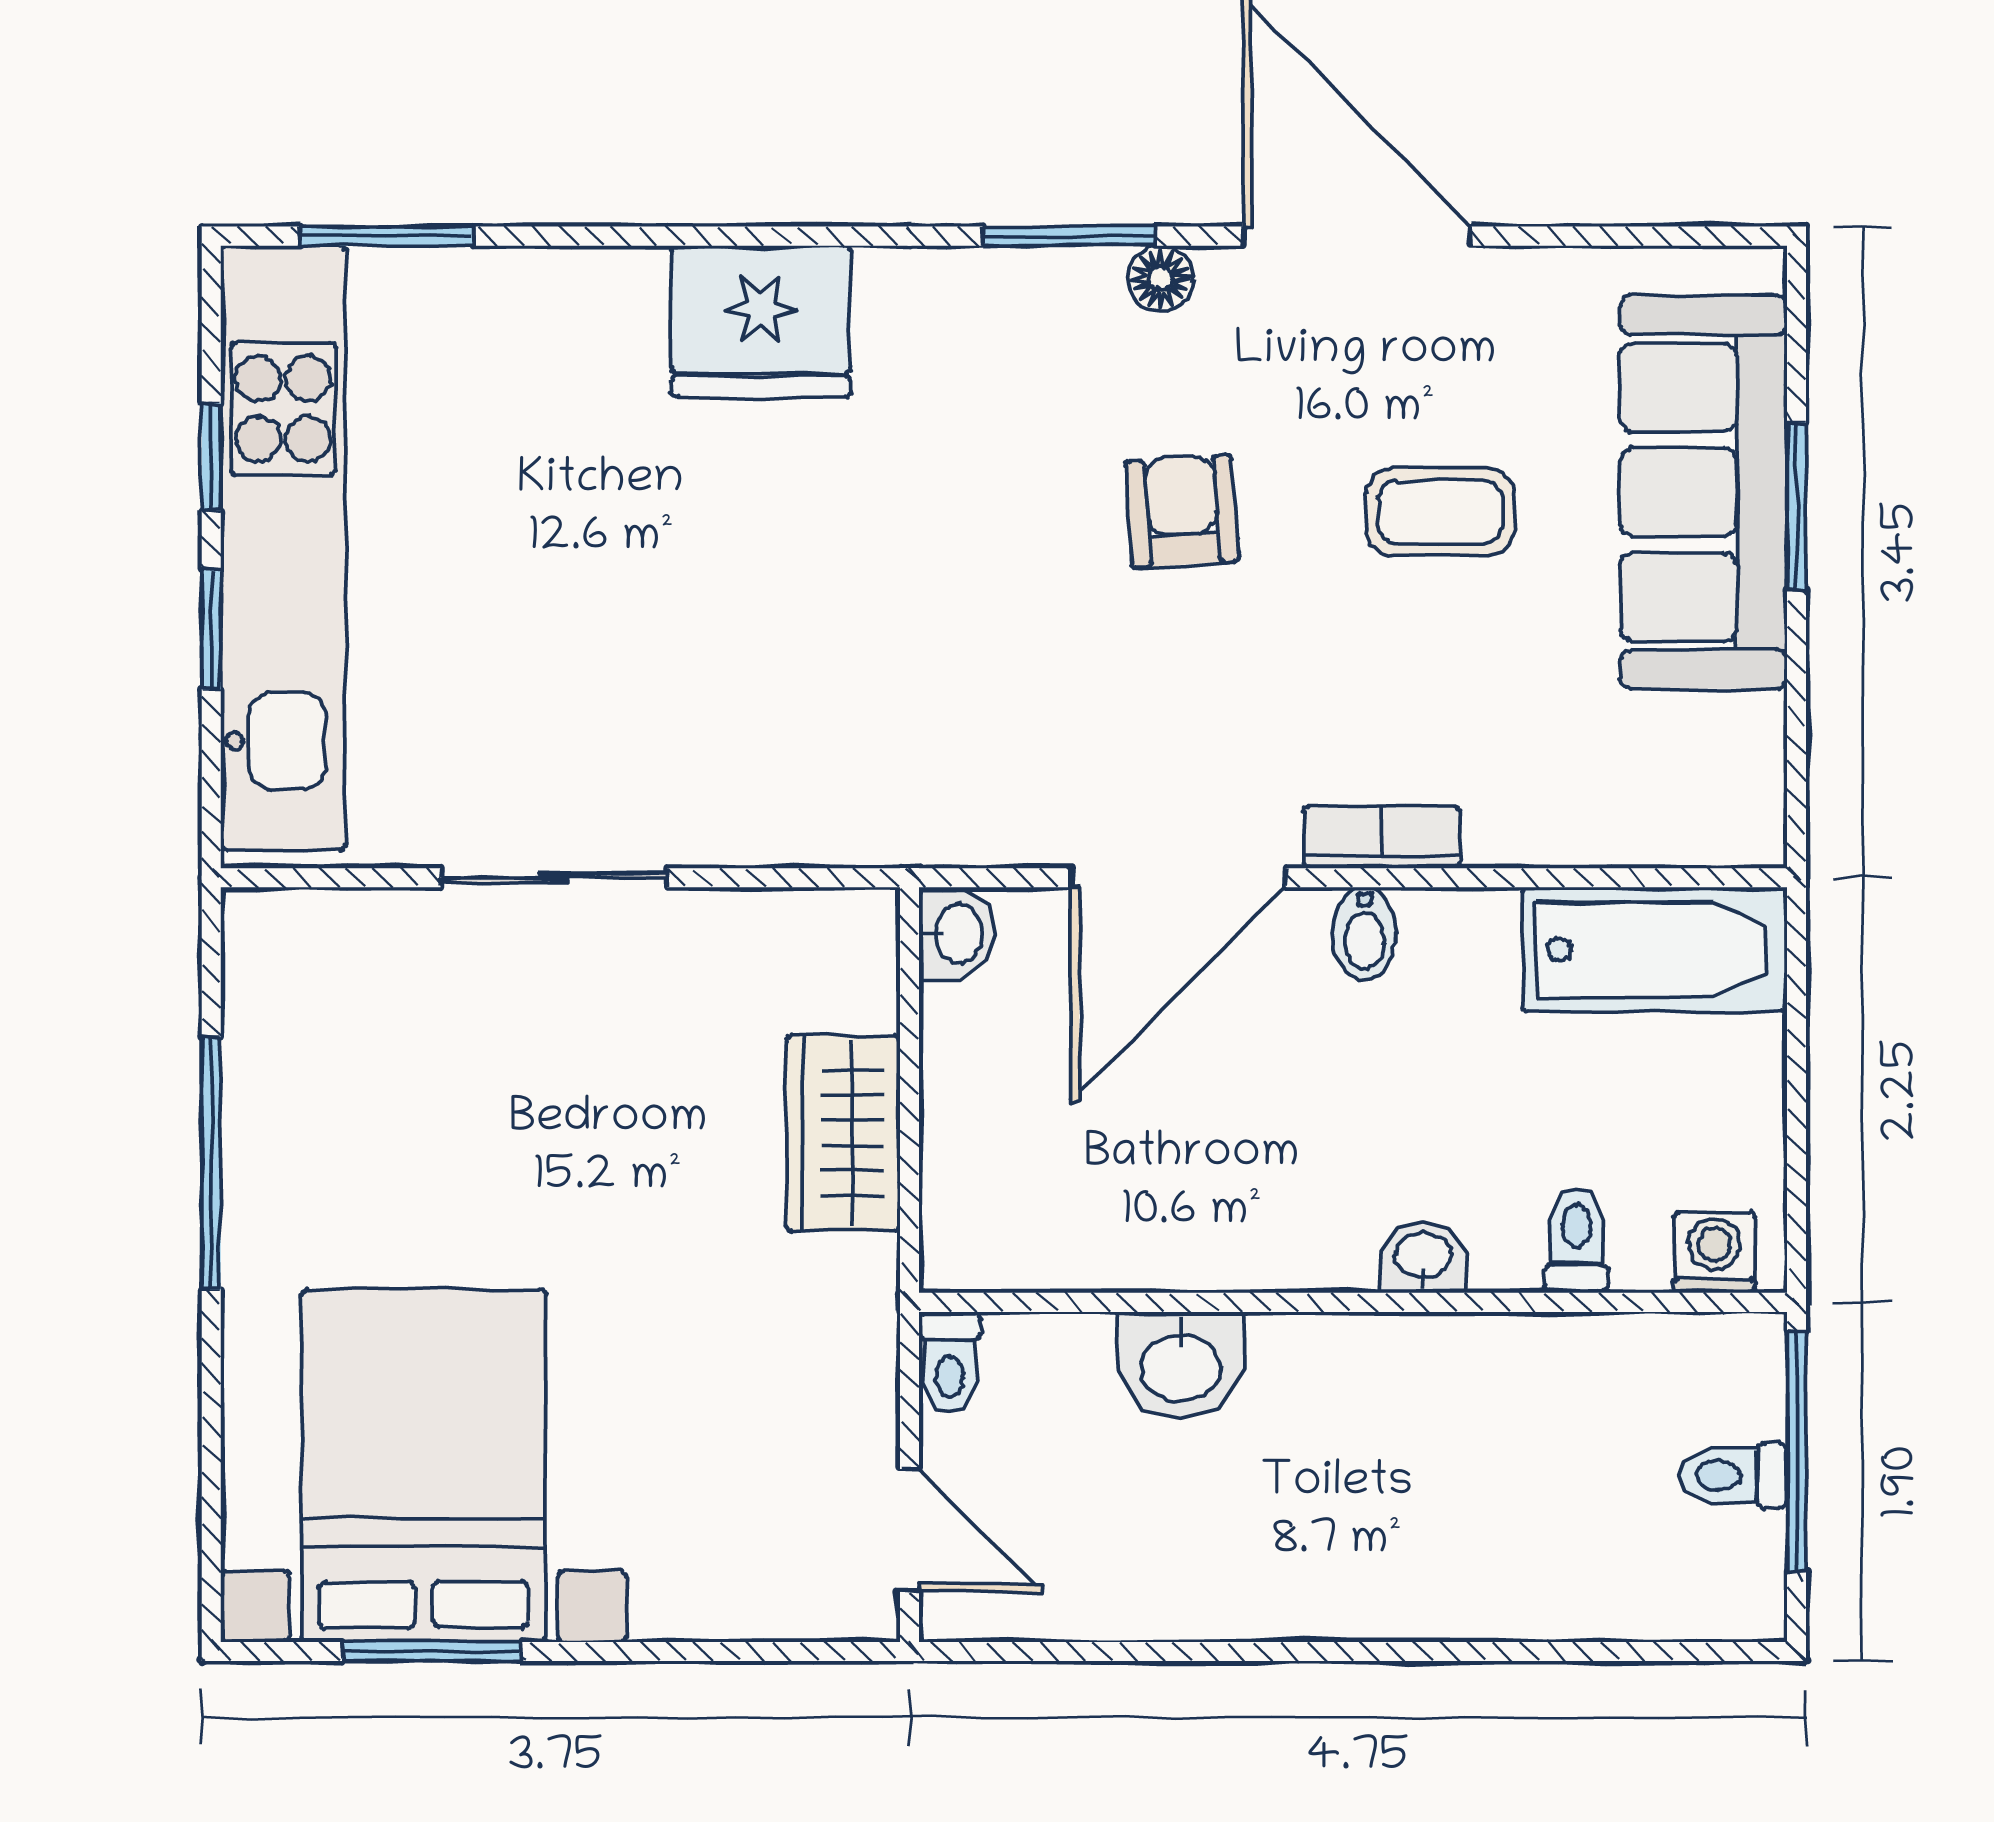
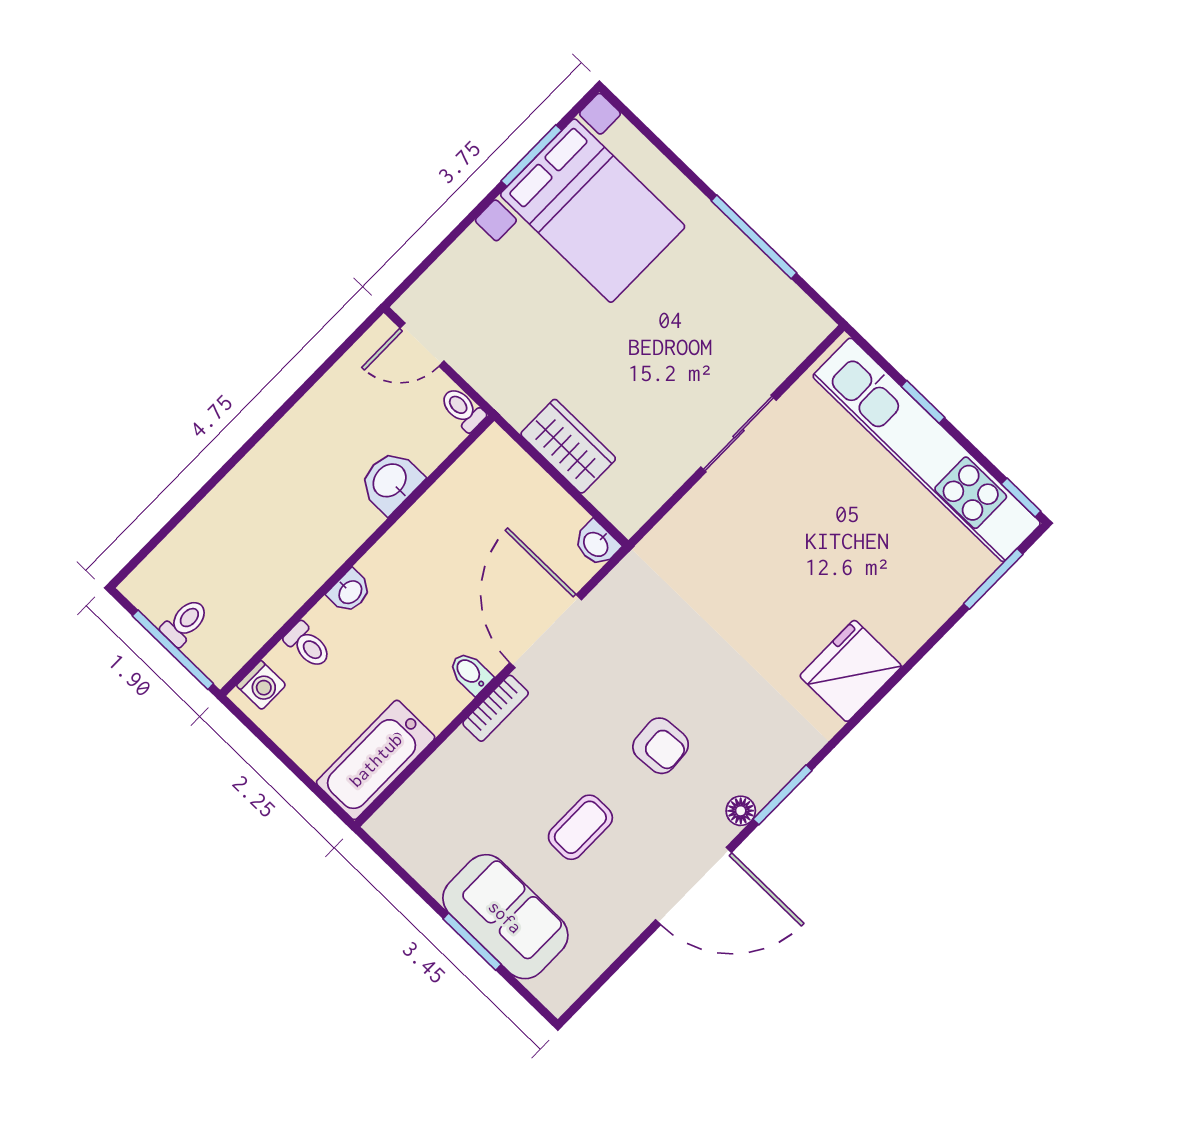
window: (211, 457) -> (1021, 497), moved
sofa: (1703, 492) -> (505, 917), width x0.73

